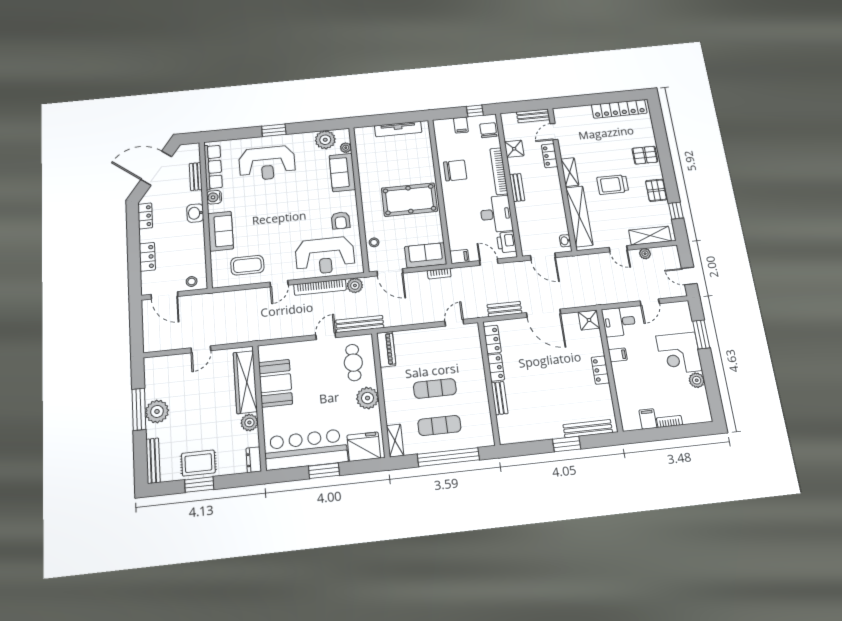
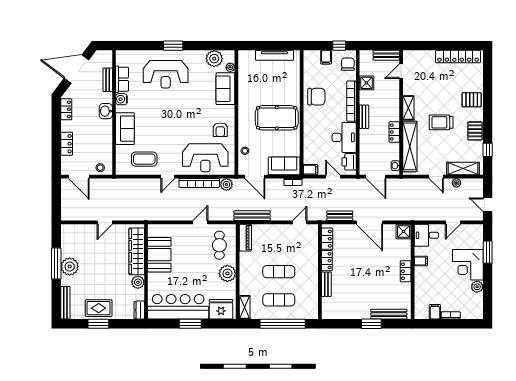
locker: (550, 156) -> (394, 132), moved
row of seats: (213, 167) -> (122, 79), width x0.68
bench: (360, 324) -> (252, 216), moved

